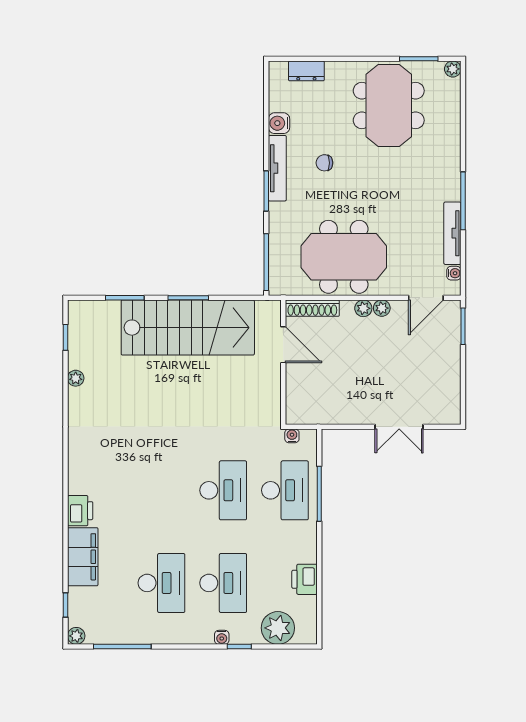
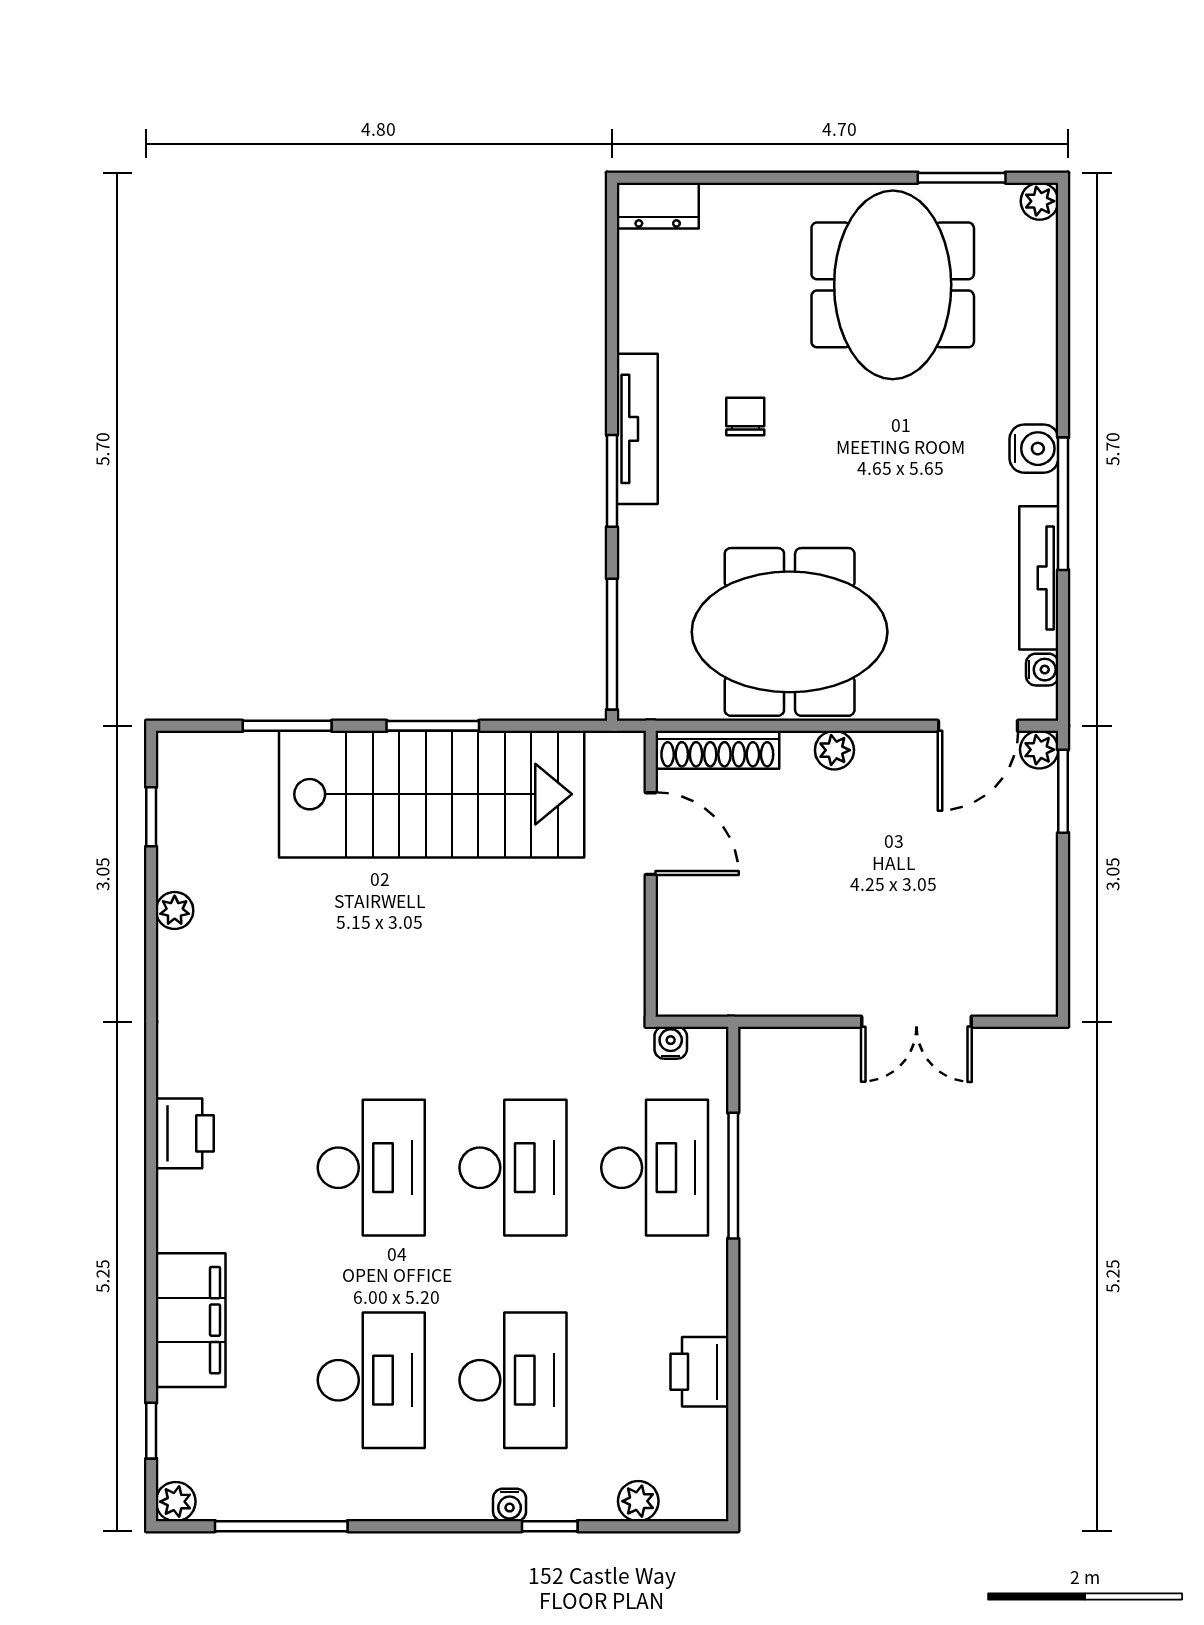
dresser: (306, 71) -> (658, 206), moved
water cooler: (279, 123) -> (1034, 449), moved, turned 180
chair: (324, 163) -> (745, 416), turned 90
plant: (382, 308) -> (1039, 750), moved
desk: (161, 490) -> (371, 1168), added
printer: (80, 511) -> (185, 1133), moved
plant: (278, 628) -> (638, 1501), width x0.53, depth x0.53

